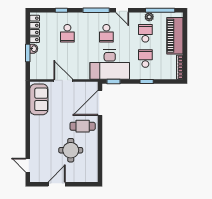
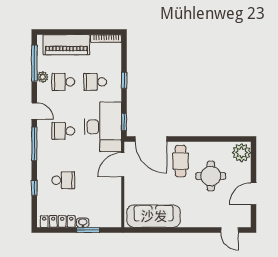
door: (122, 10) -> (34, 111), hinge flipped
school desk: (106, 33) -> (63, 131), turned 180
door: (63, 80) -> (123, 165), moved
sofa: (39, 99) -> (154, 216), width x1.36
door: (28, 165) -> (230, 230), hinge flipped
plant: (89, 175) -> (242, 153), added
door: (57, 184) -> (254, 194), hinge flipped

